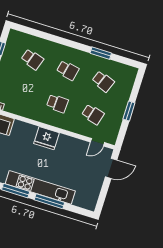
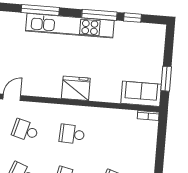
window: (49, 201) -> (40, 10), moved

